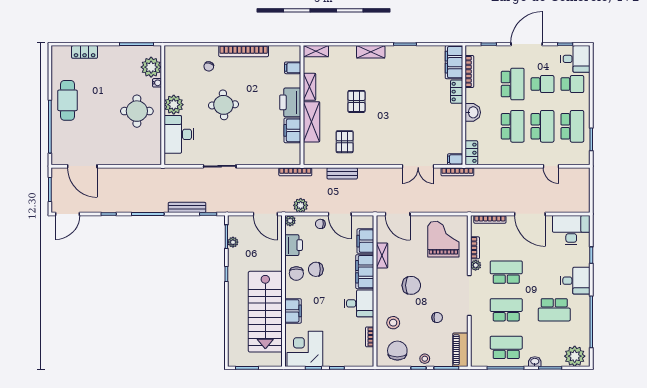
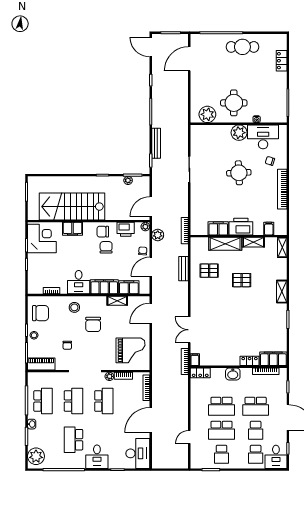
plant: (151, 67) -> (207, 114), moved
school desk: (572, 126) -> (222, 454), width x0.54
desk: (179, 134) -> (263, 137), moved
stool: (393, 323) -> (74, 307), moved

